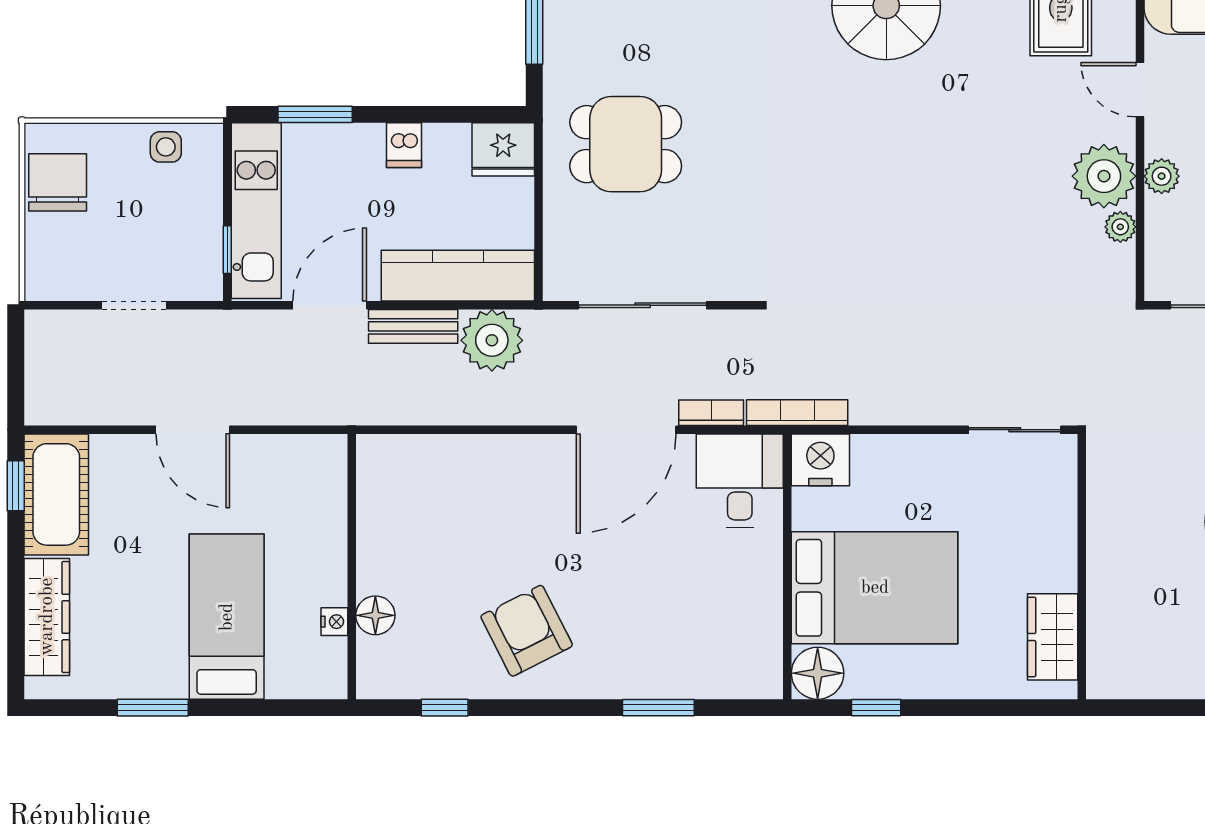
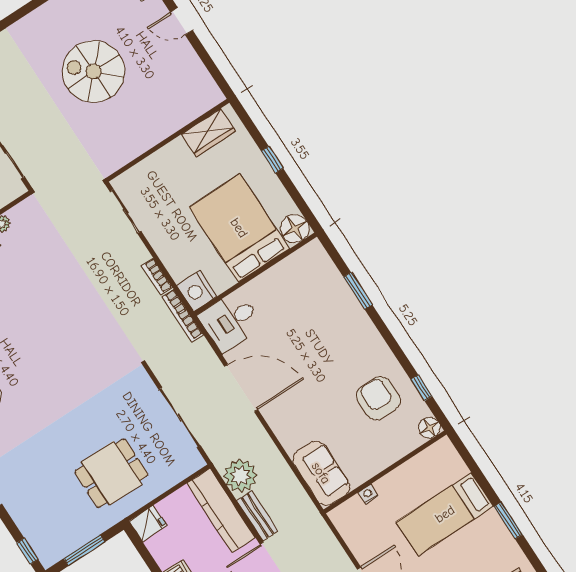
dining table: (626, 144) -> (111, 473), turned 90
fridge: (503, 149) -> (148, 523), width x0.72
bookcase: (711, 413) -> (157, 276), moved
sofa: (414, 467) -> (321, 473), added
floor lamp: (375, 615) -> (429, 428), moved
nightstand: (334, 622) -> (368, 494), moved
armchair: (527, 631) -> (378, 398), moved, turned 117
window: (876, 708) -> (272, 160), moved

